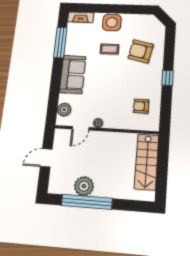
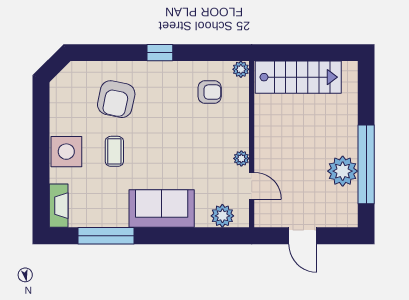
armchair: (141, 106) -> (210, 92), turned -90
plant: (154, 126) -> (241, 69), added

